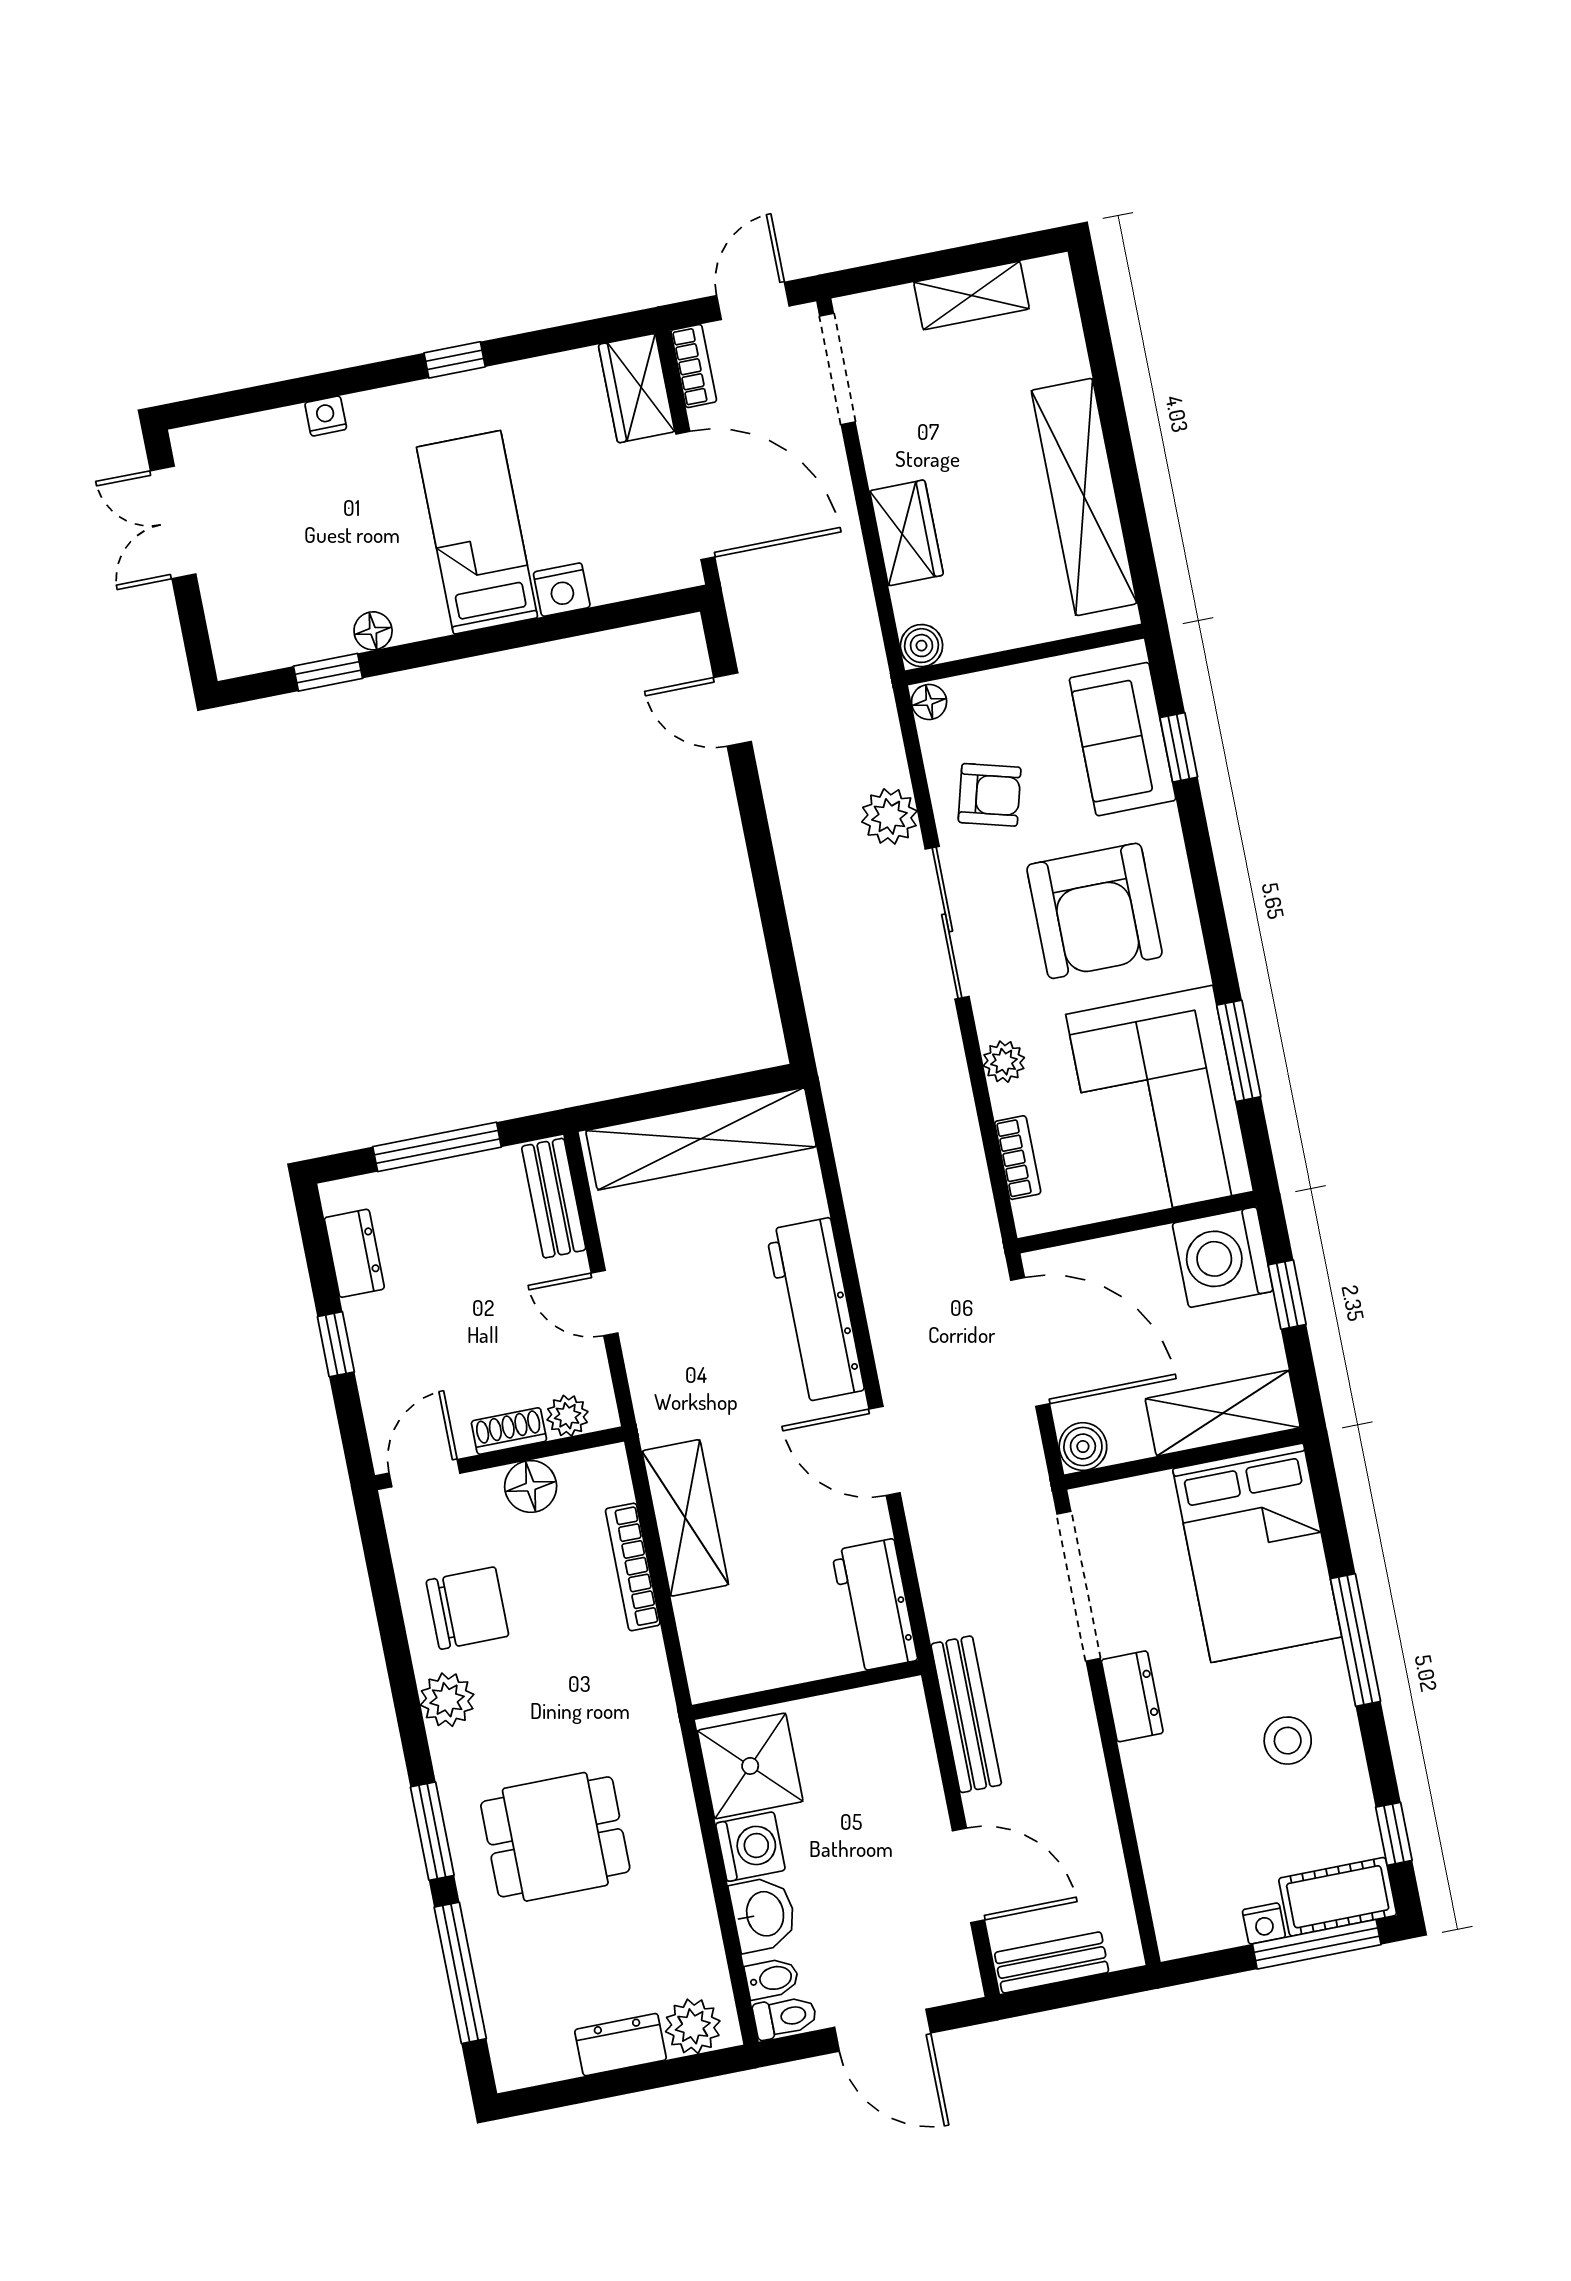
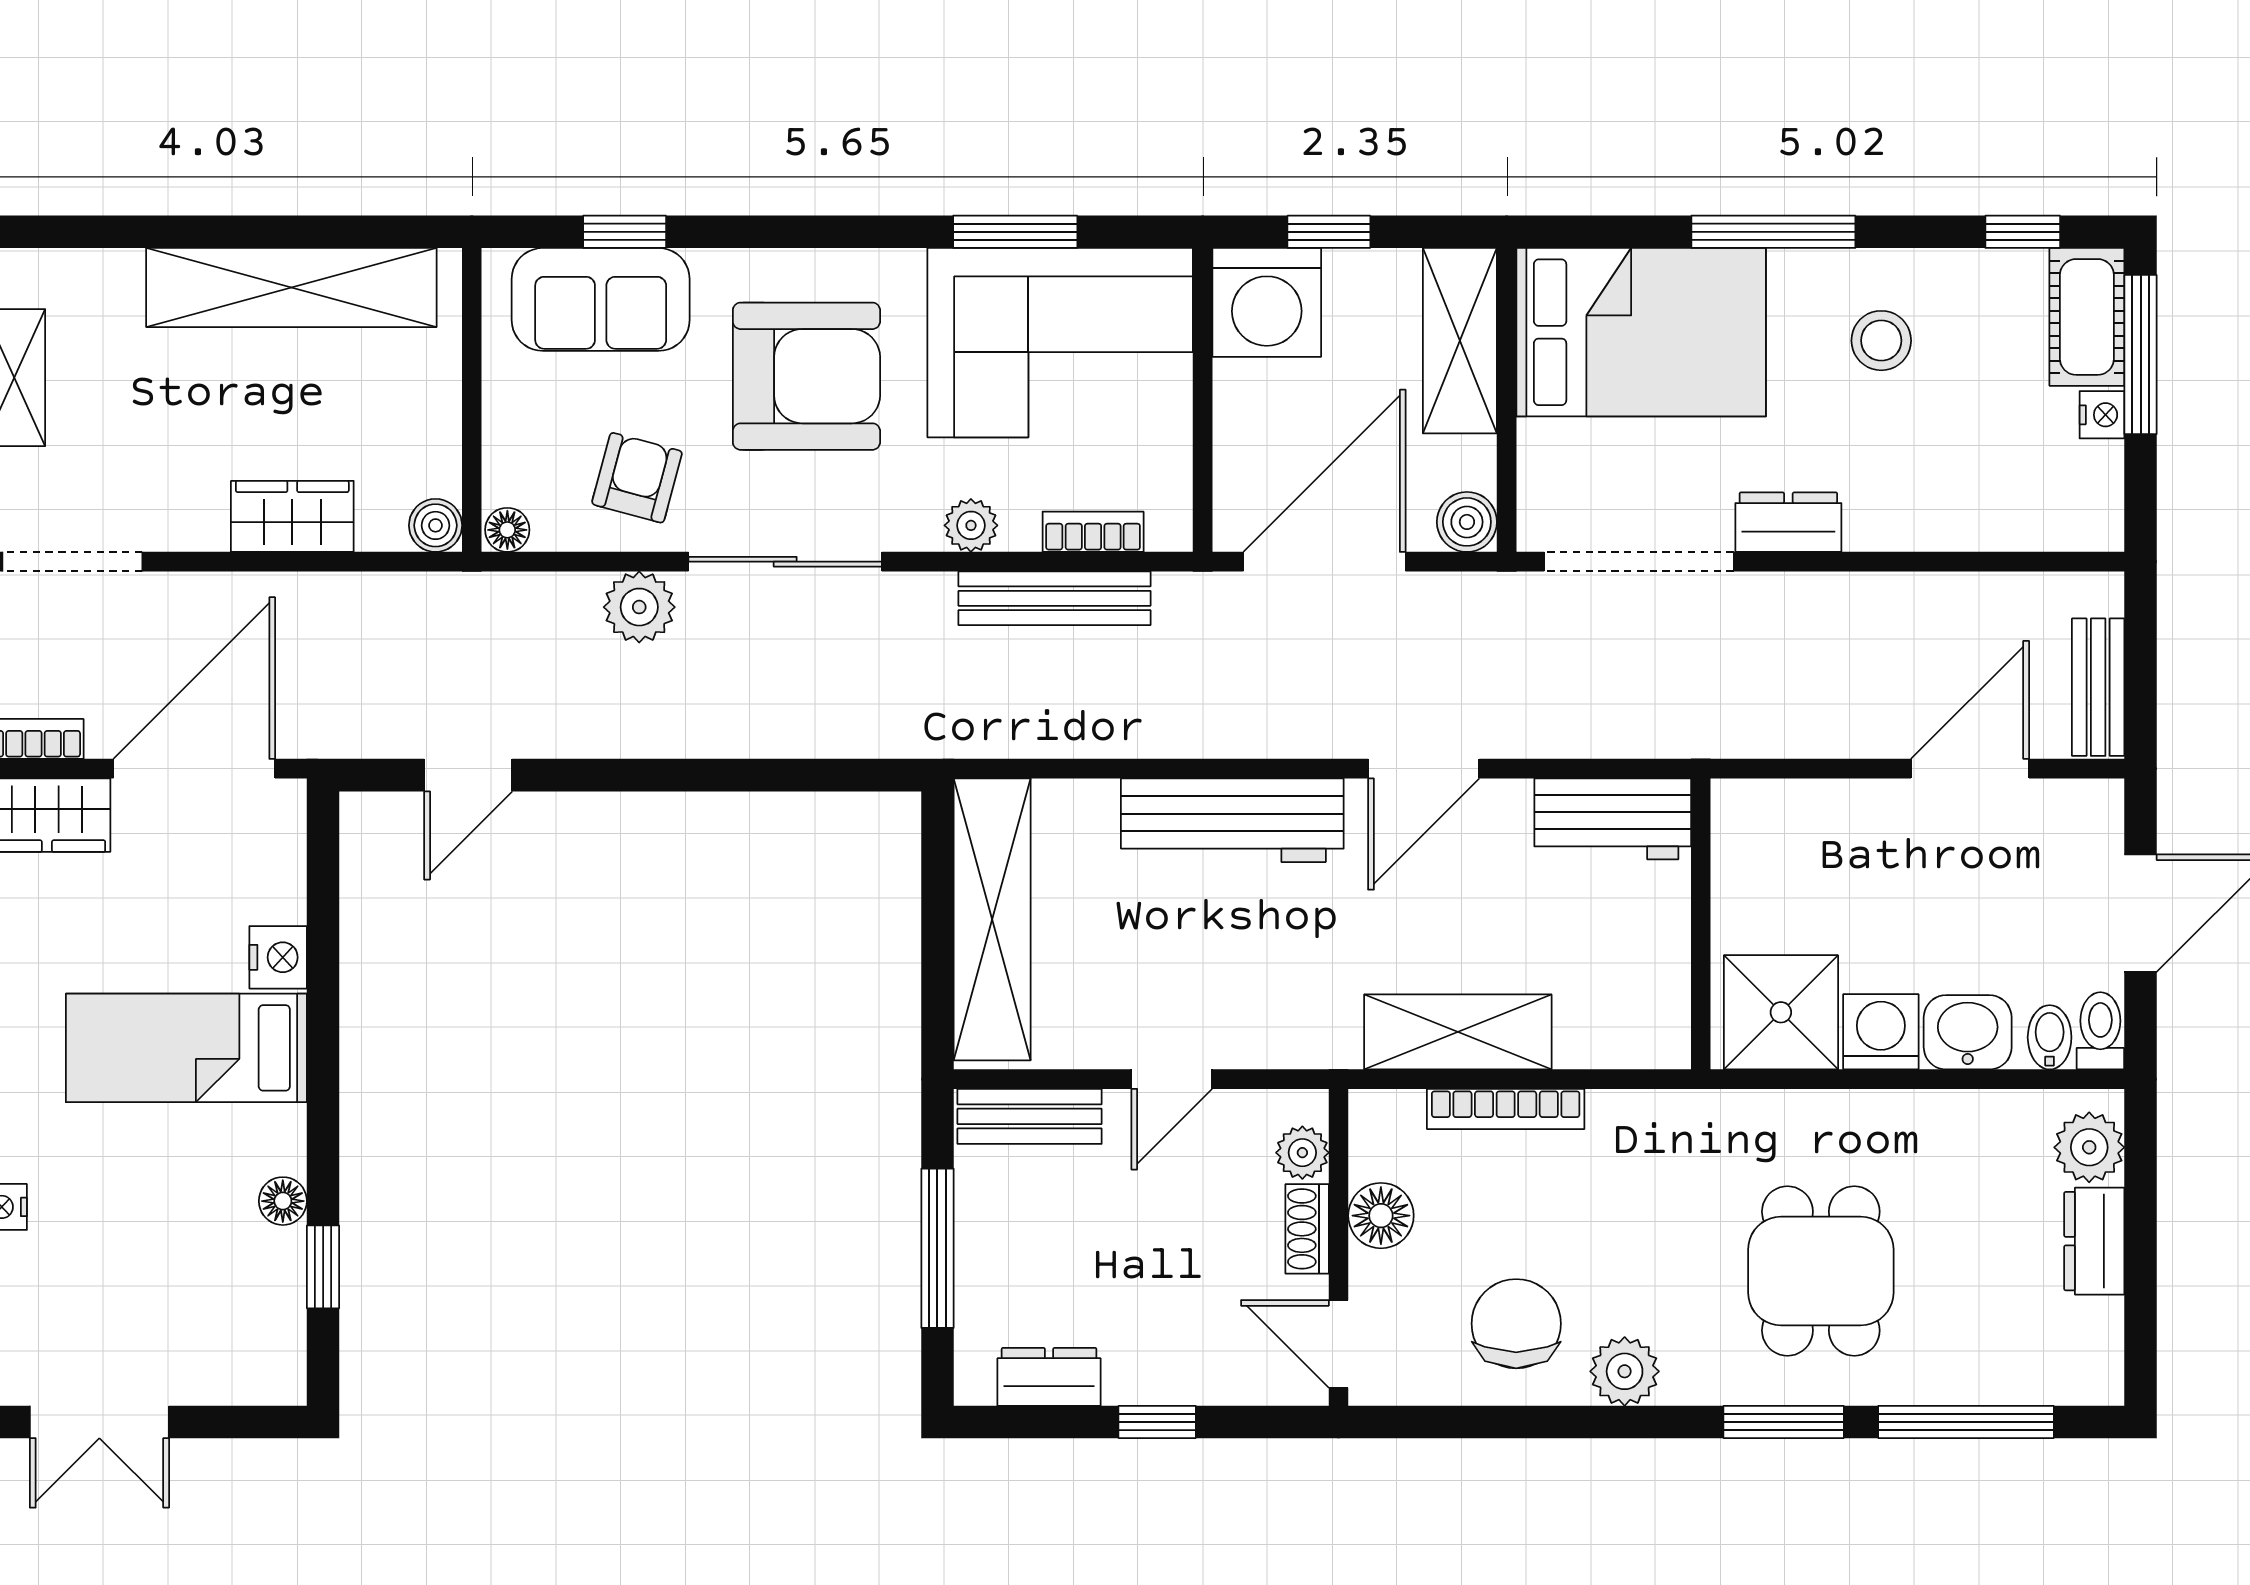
bench: (966, 1714) -> (1054, 598), moved

